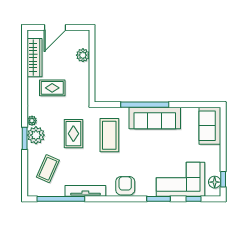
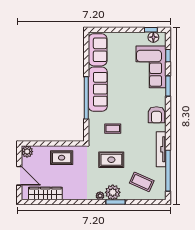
plant: (83, 55) -> (27, 152), moved
rug: (52, 88) -> (62, 158), moved, turned 90
sofa: (210, 126) -> (98, 50), moved, turned -90
coffee table: (109, 135) -> (113, 129), width x0.54, depth x0.58
armchair: (125, 186) -> (156, 115), turned -90

